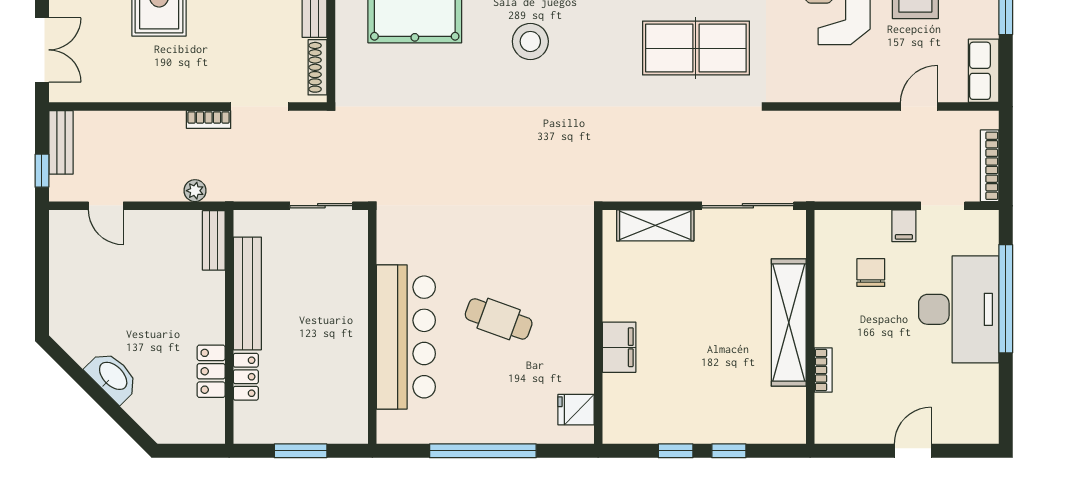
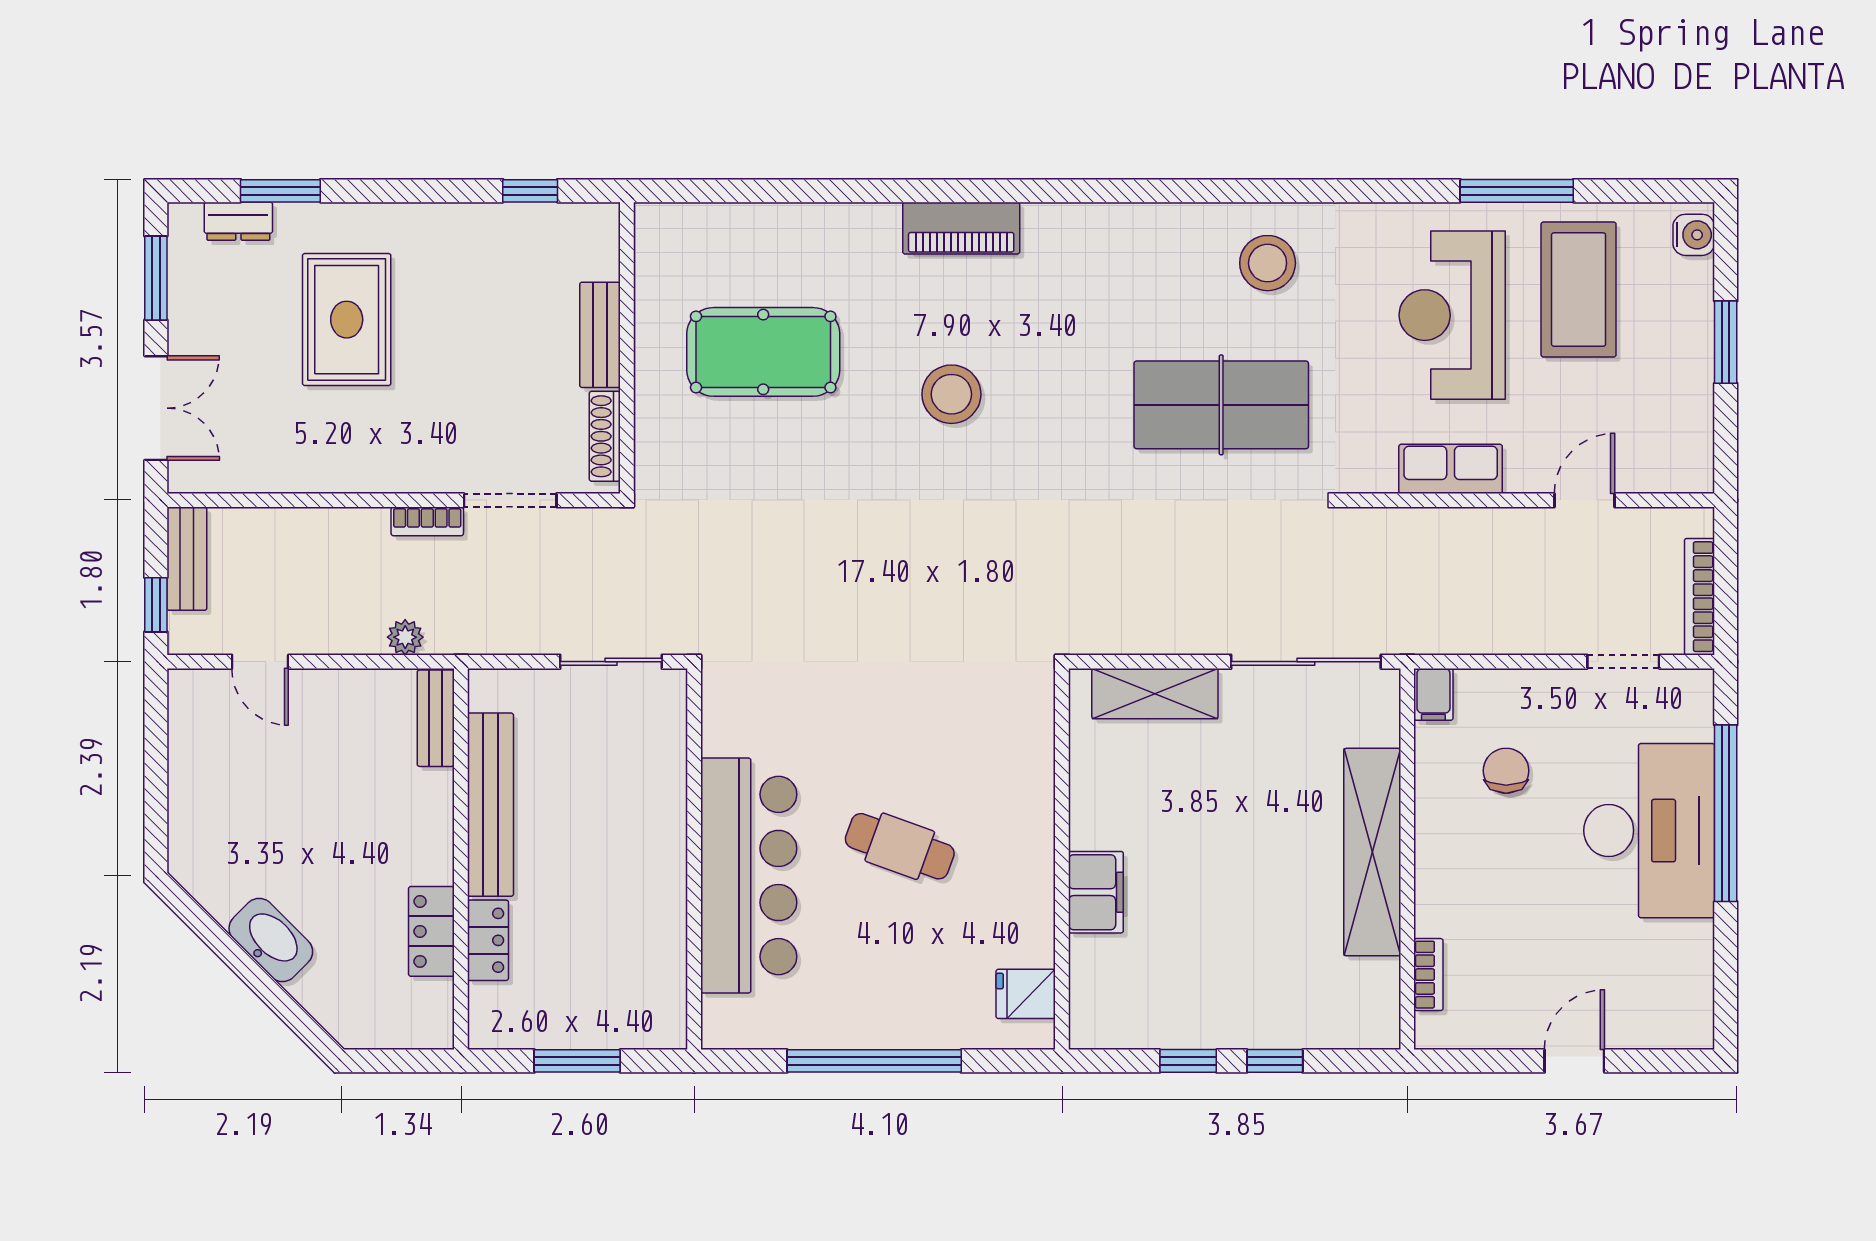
row of seats: (984, 71) -> (1451, 469), moved, turned 90
filing cabinet: (904, 226) -> (1433, 694), moved
bookcase: (823, 370) -> (1428, 975), moved

